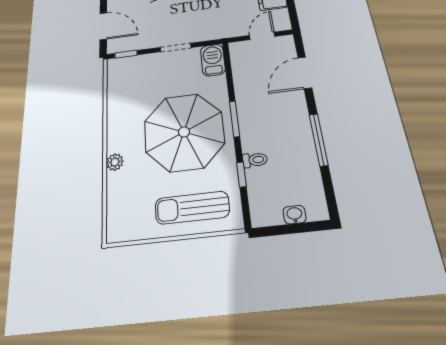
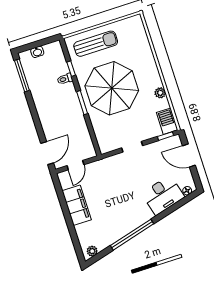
barbecue: (213, 60) -> (167, 121), moved, turned 180
door: (305, 73) -> (47, 153), moved
window: (319, 140) -> (22, 75), moved
plant: (115, 162) -> (160, 93), moved

